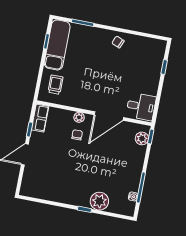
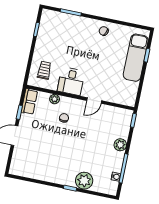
exam couch: (57, 45) -> (136, 58), moved, turned 180
desk: (141, 106) -> (71, 81), moved, turned 90
door: (109, 116) -> (94, 101), width x0.53
plant: (79, 117) -> (55, 99), moved
plant: (142, 138) -> (120, 145), moved

